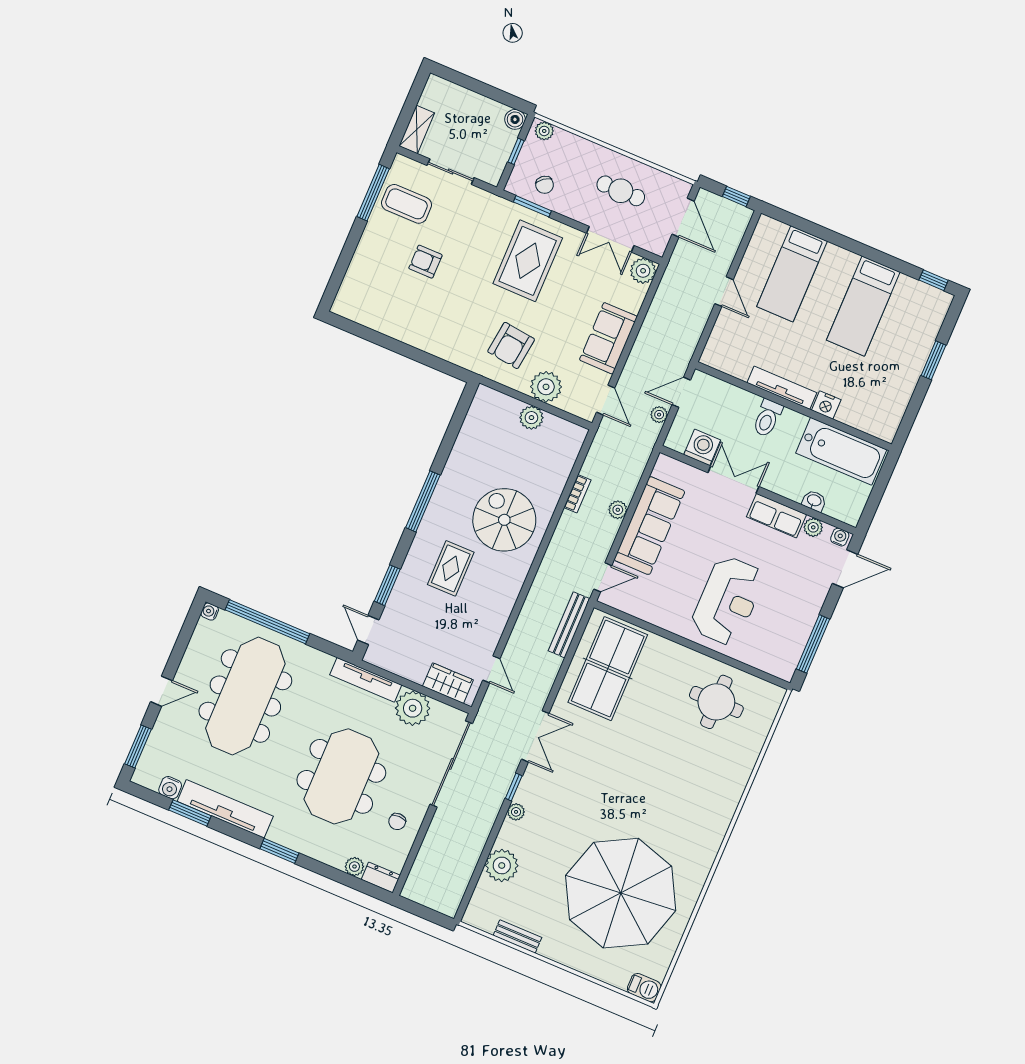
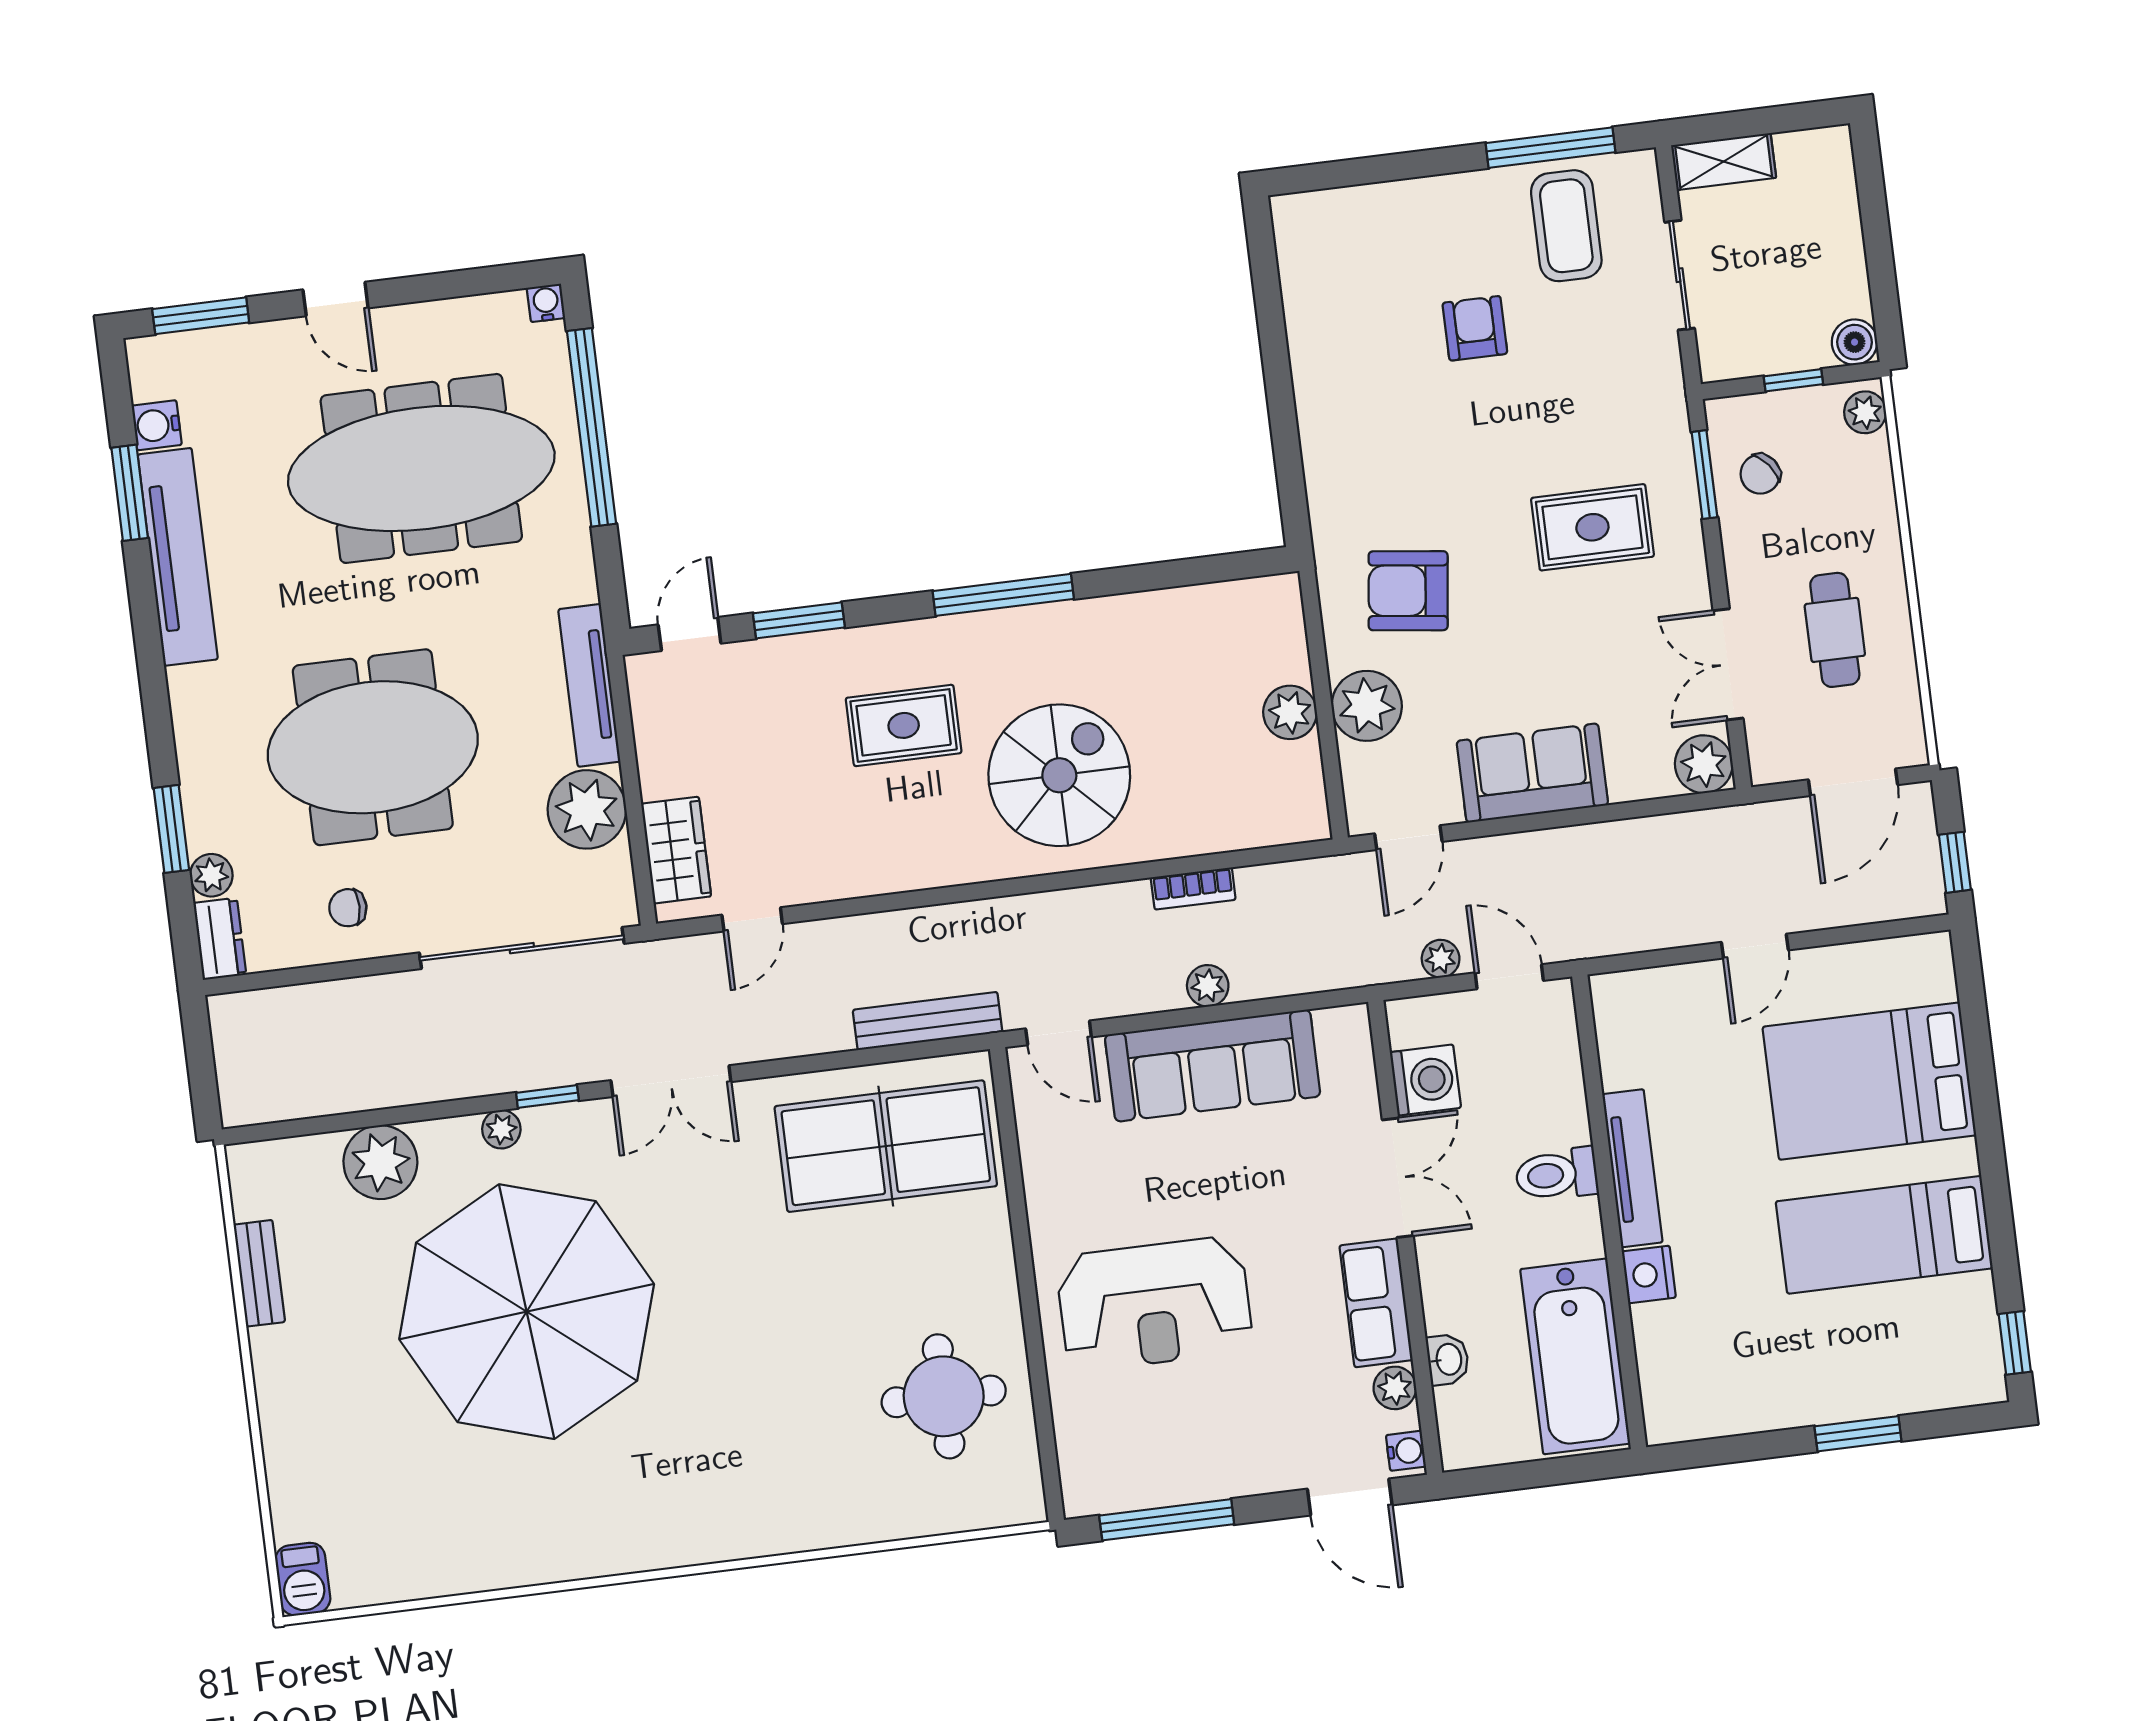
rug: (528, 261) -> (1592, 527), width x0.73, depth x0.70
bed: (792, 274) -> (1869, 1081), width x1.50
window: (279, 851) -> (171, 829), moved
parasol: (621, 893) -> (527, 1312), moved

